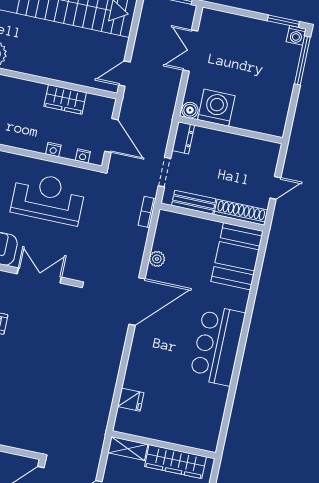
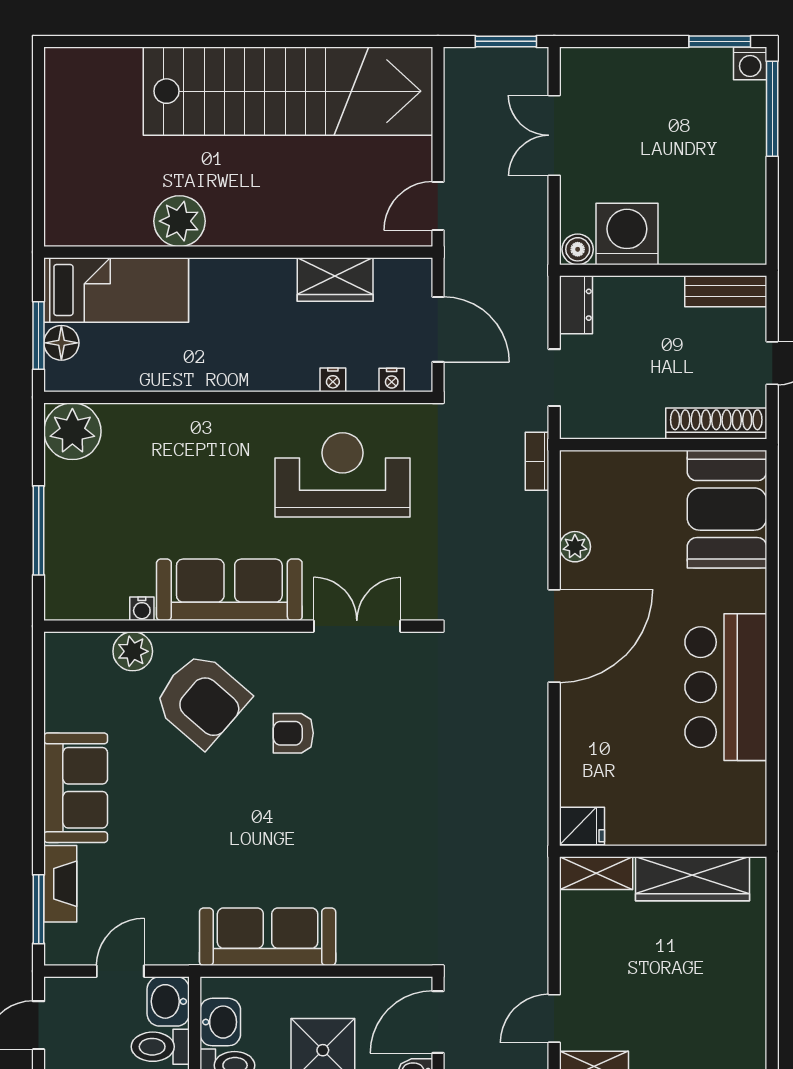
bench: (194, 202) -> (726, 291), moved
wall: (164, 445) -> (663, 851), moved
shelving: (128, 449) -> (596, 873), moved
wardrobe: (175, 462) -> (693, 879), moved

